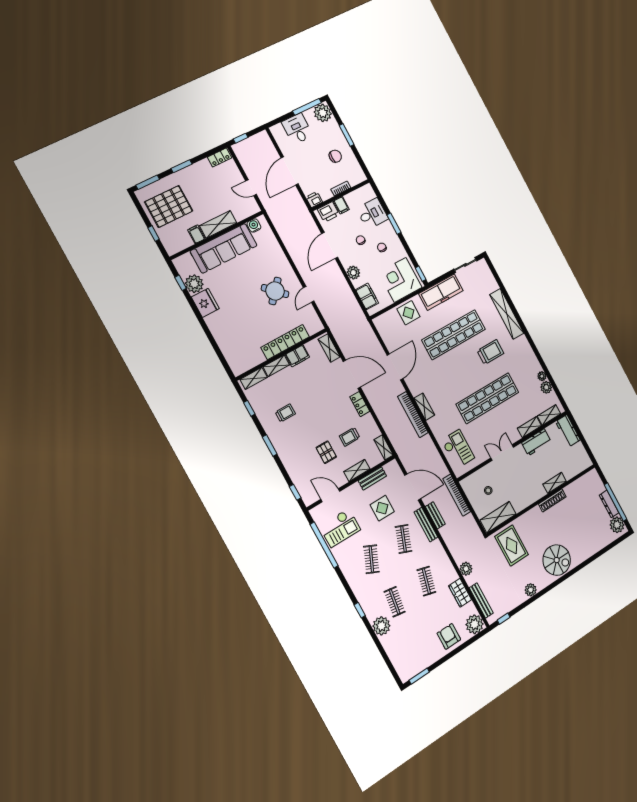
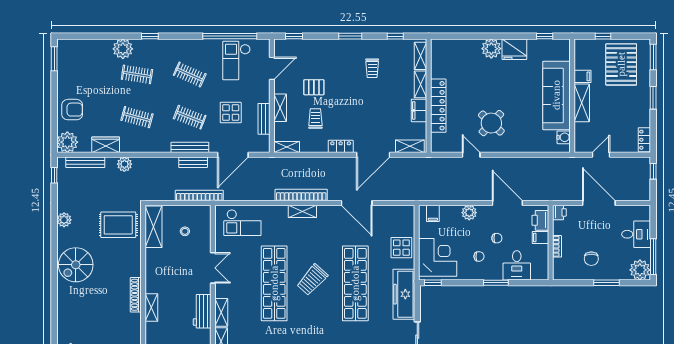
plant: (194, 284) -> (491, 49), moved
filing cabinet: (367, 296) -> (433, 213), width x0.50
trolley: (490, 352) -> (312, 280), moved, turned 42

